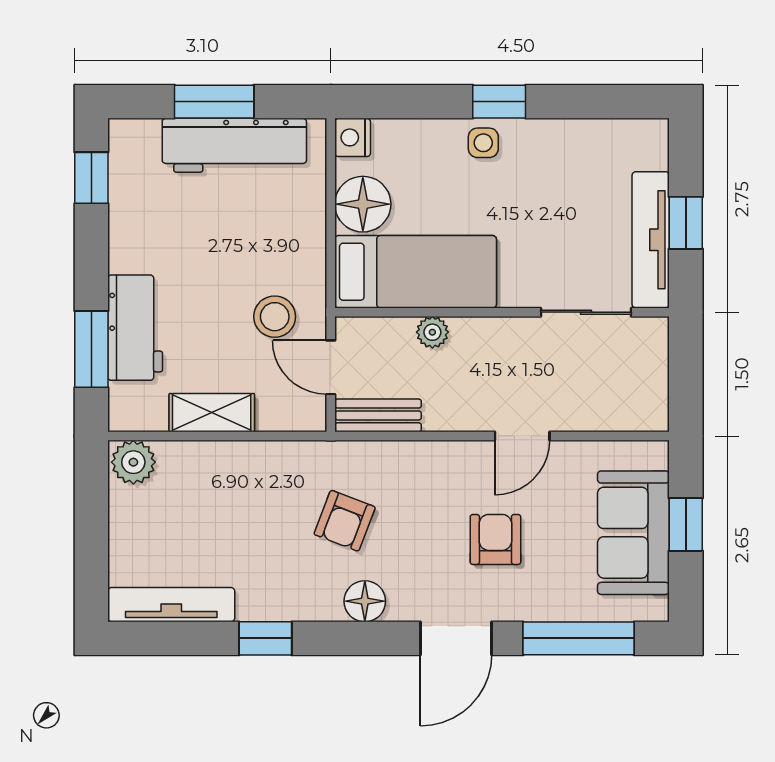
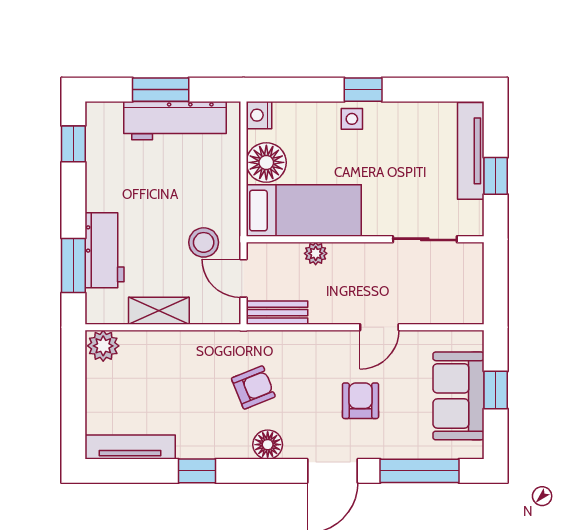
tv unit: (651, 240) -> (471, 151), moved
armchair: (345, 521) -> (253, 387), turned -133

